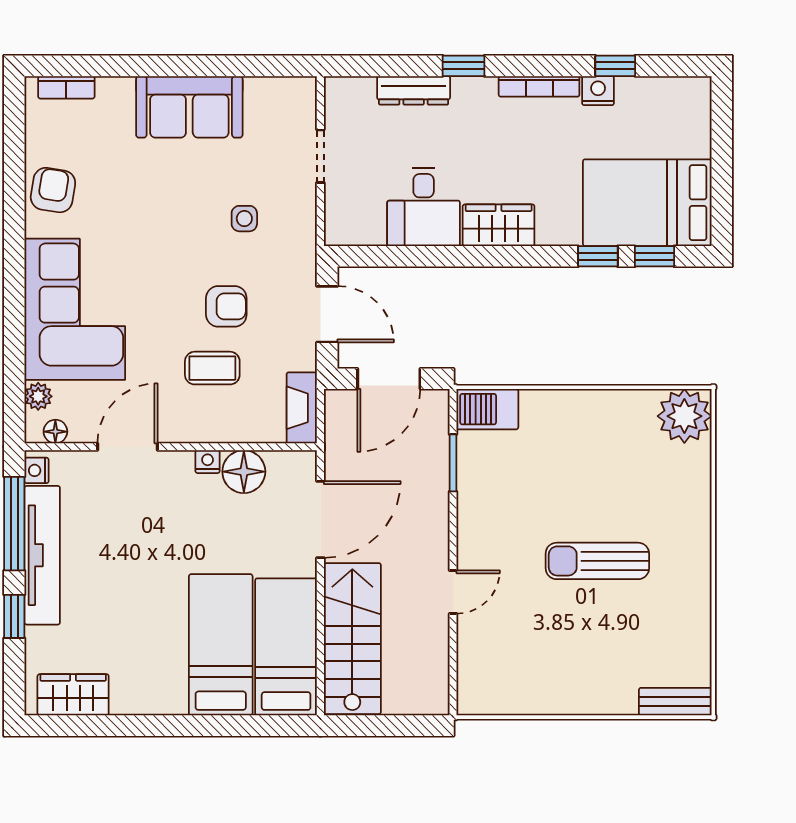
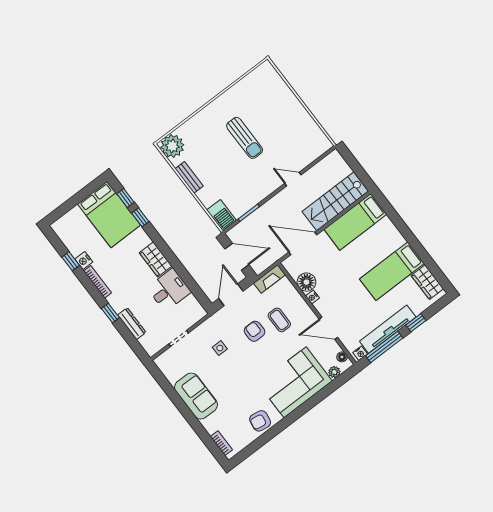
bed: (221, 645) -> (392, 271), moved
bench: (675, 702) -> (189, 177), moved

